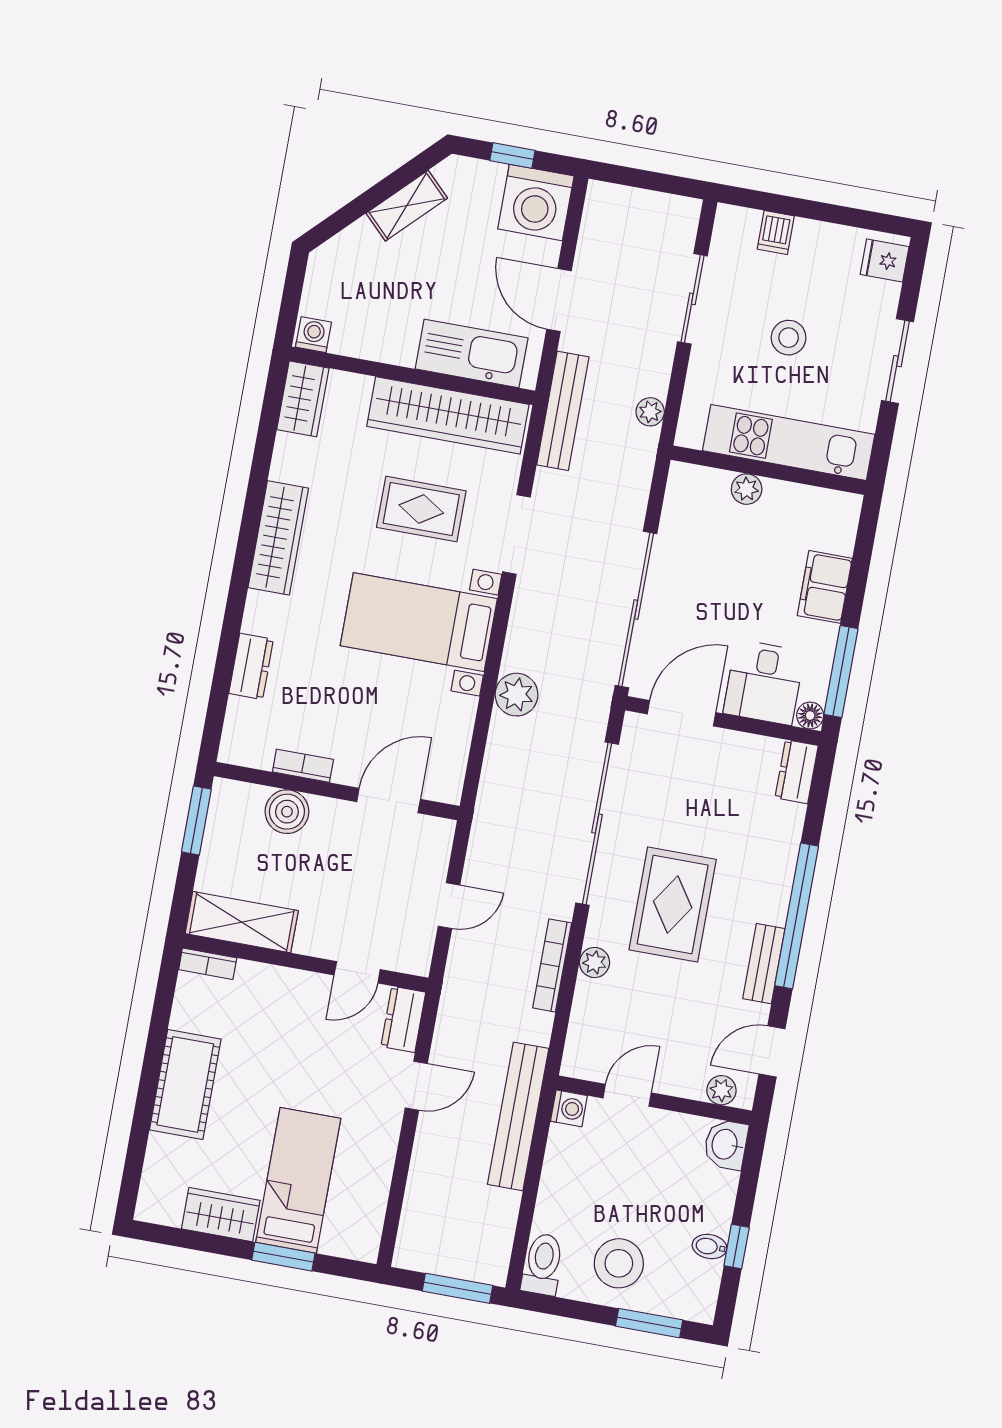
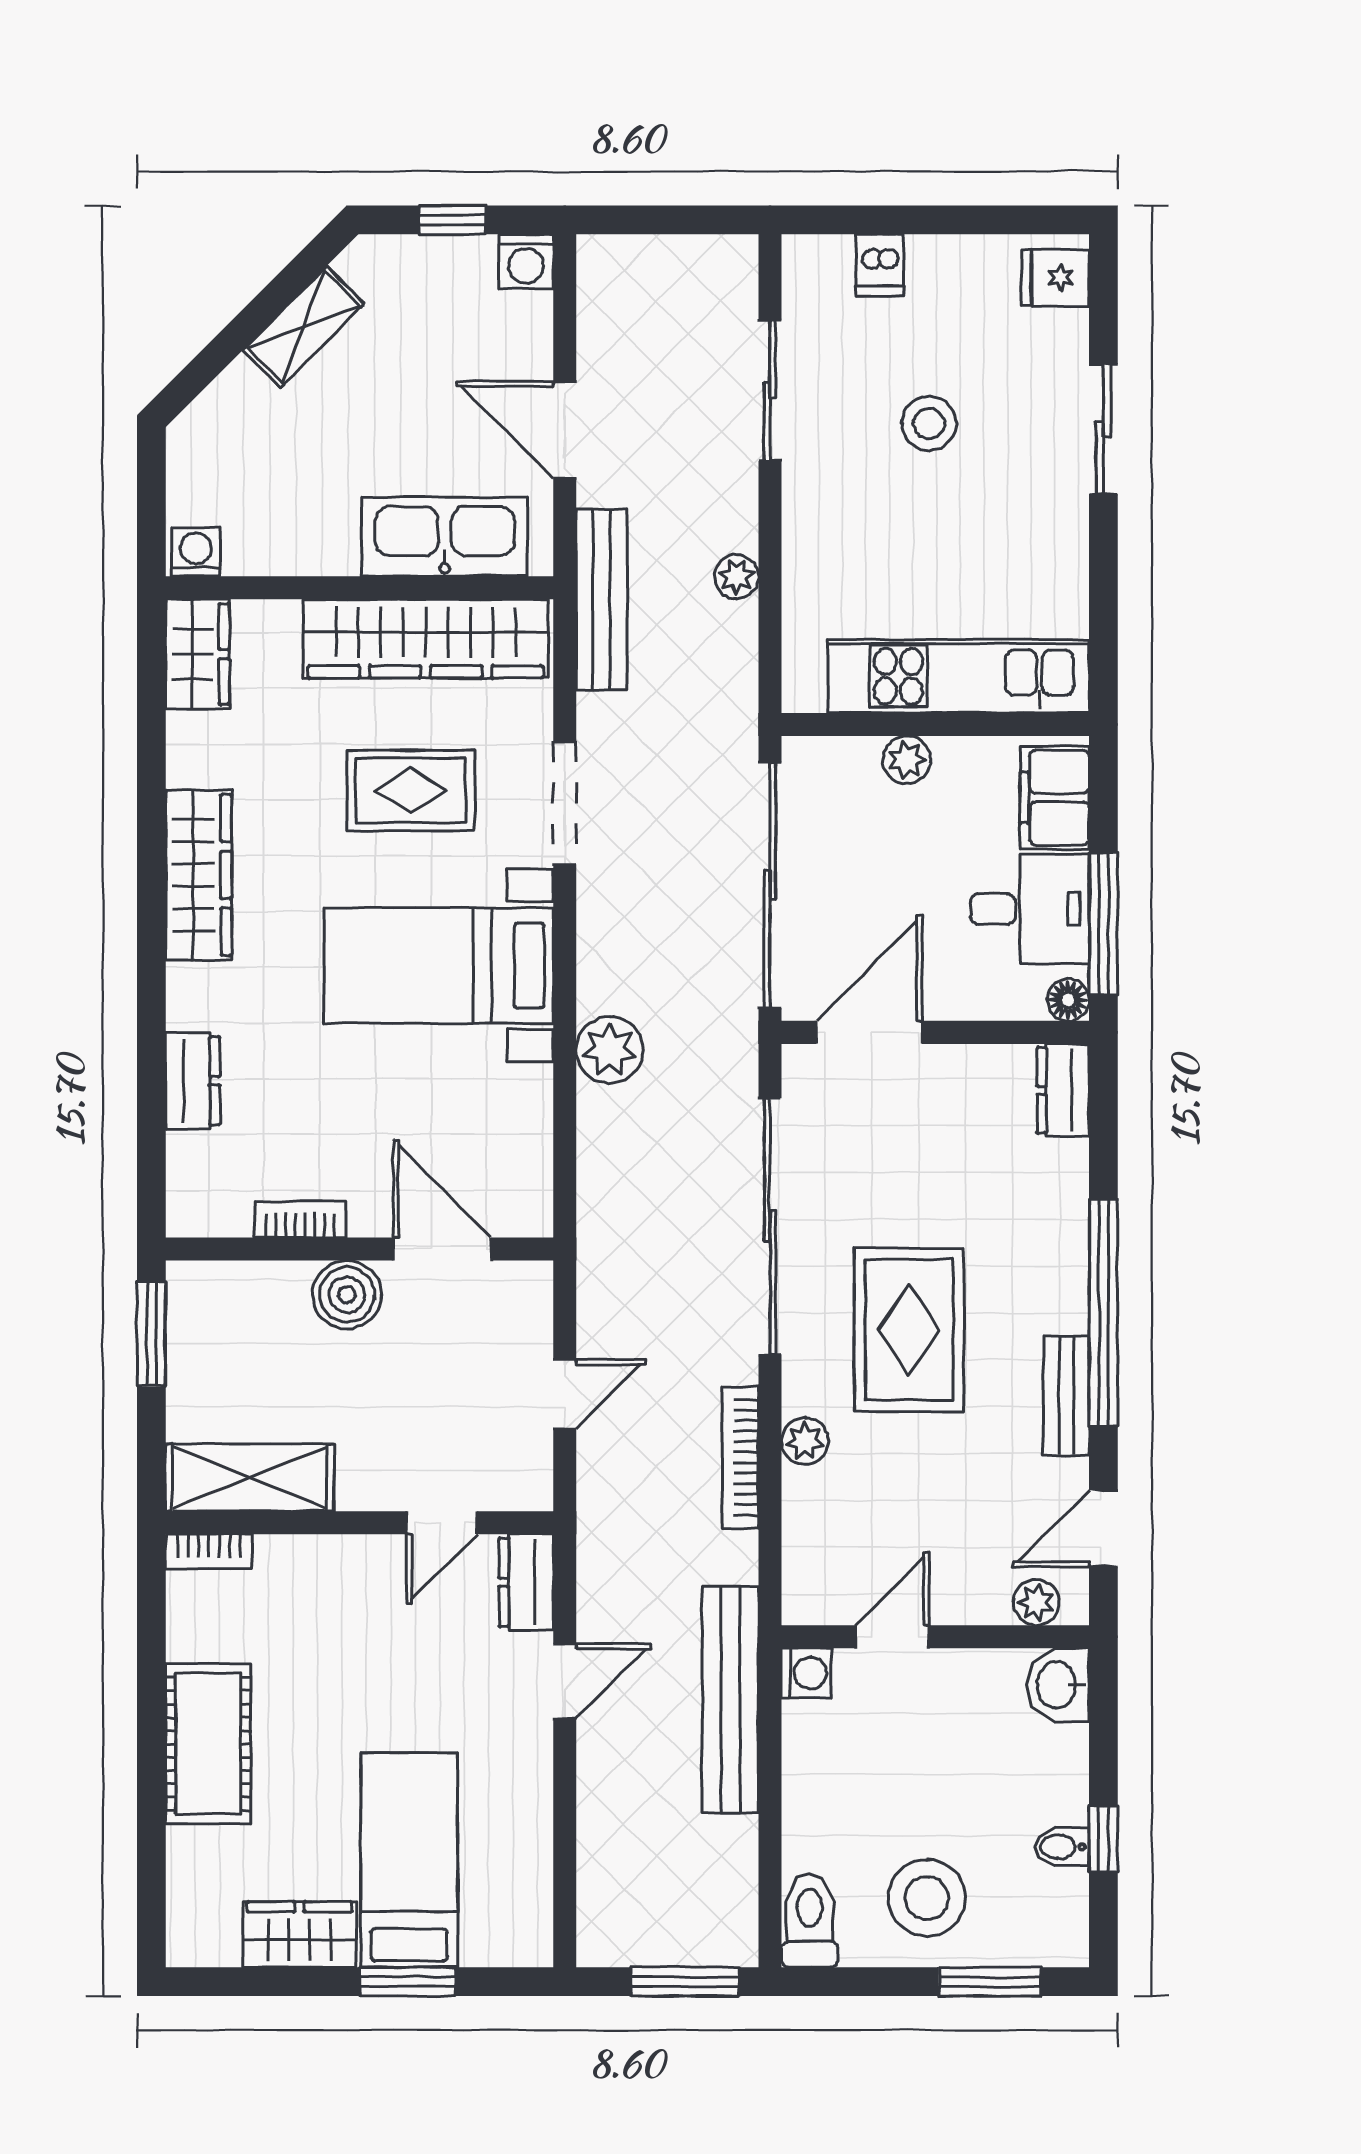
washing machine: (536, 202) -> (526, 262), width x0.53, depth x0.53
kitchen unit: (789, 442) -> (958, 676), moved
wall: (769, 470) -> (935, 725), moved
plant: (747, 489) -> (907, 760), moved
desk: (764, 682) -> (1030, 909), moved, turned -90
door: (389, 800) -> (442, 1249), hinge flipped
boiler: (287, 812) -> (347, 1295), moved

